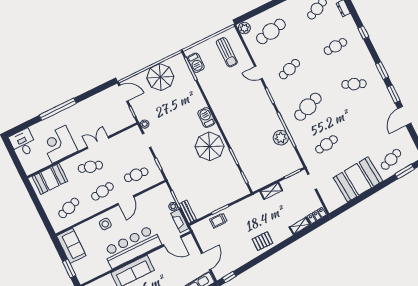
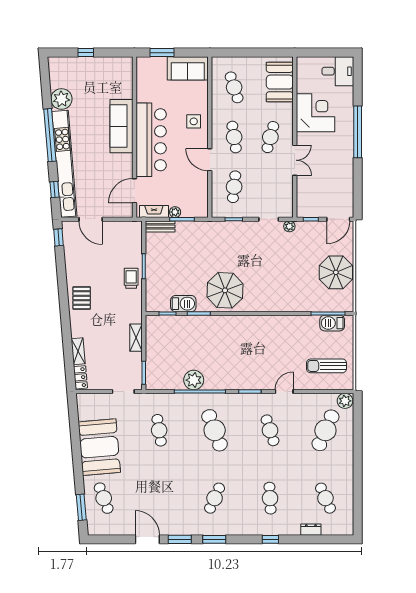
cafe table: (271, 31) -> (325, 430), turned 36
barbecue: (206, 118) -> (183, 304), moved
trolley: (218, 221) -> (131, 278), moved

